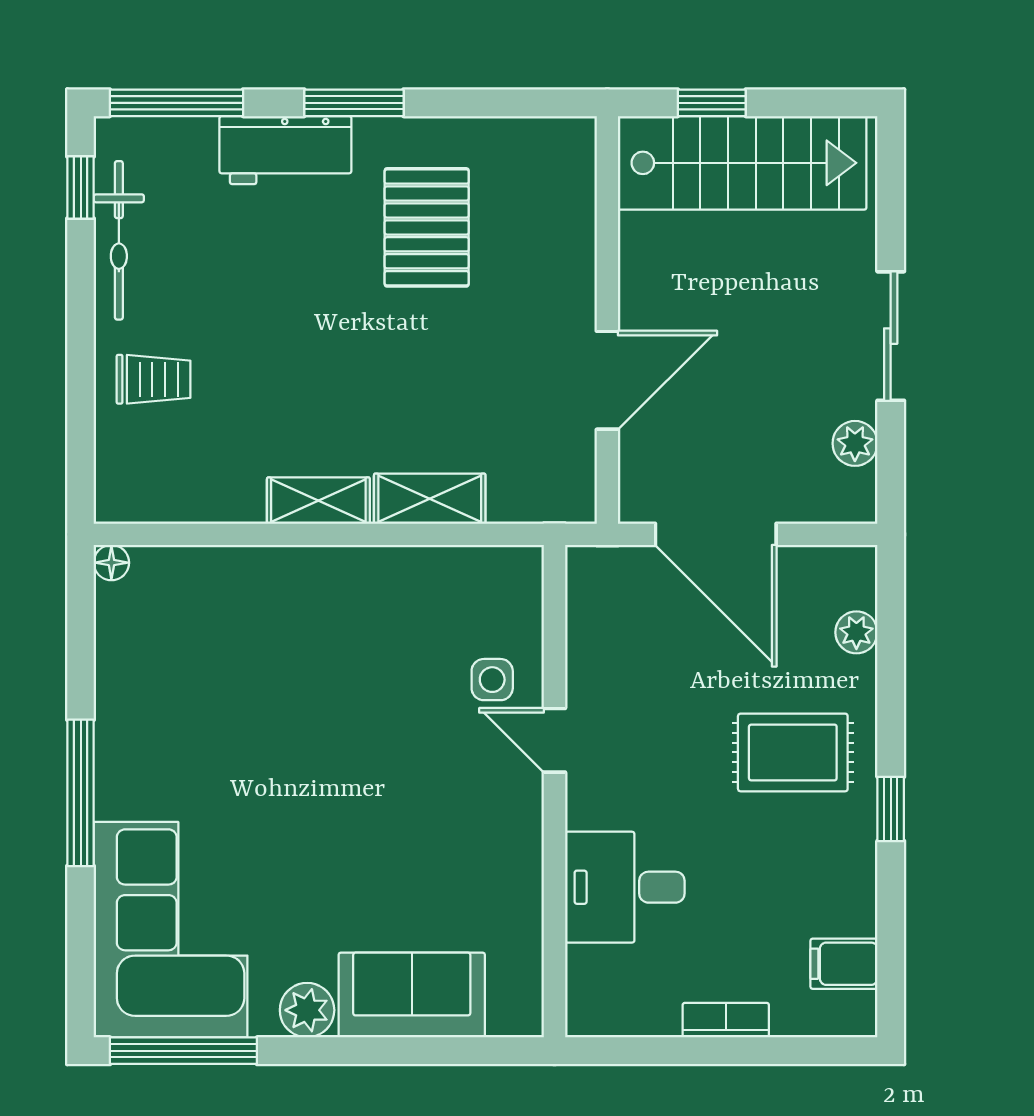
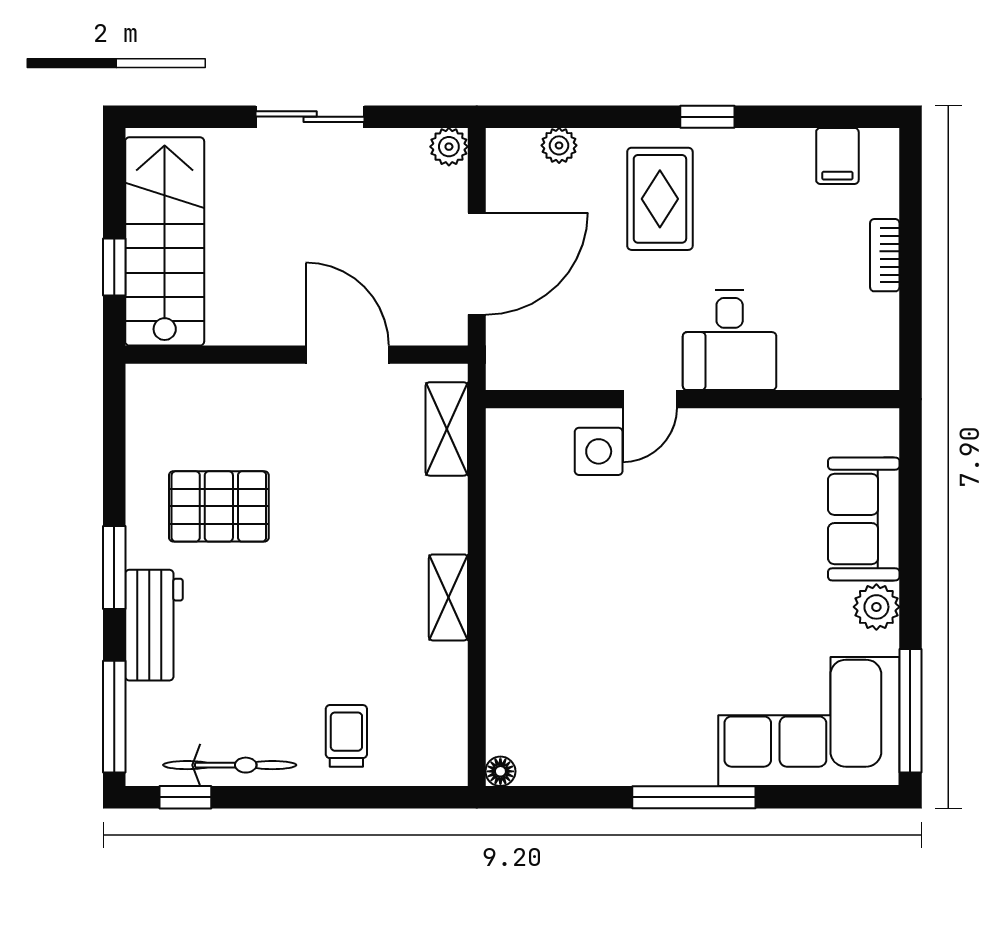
plant: (855, 443) -> (449, 147), moved
shelving: (430, 499) -> (447, 429), moved
side table: (492, 680) -> (599, 451), width x1.37, depth x1.37
desk: (625, 887) -> (730, 340), moved

